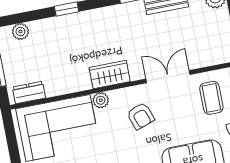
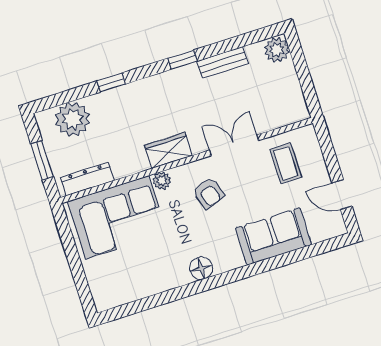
plant: (20, 31) -> (73, 119), width x1.88, depth x1.88
dresser: (29, 92) -> (87, 179), width x1.44

